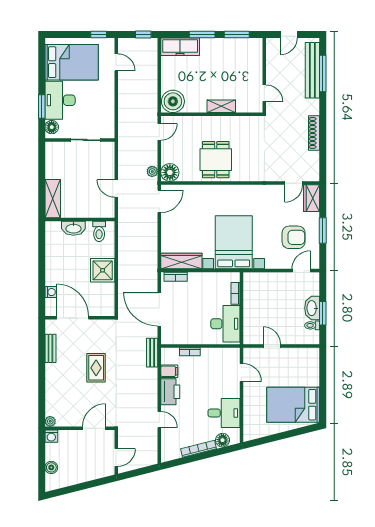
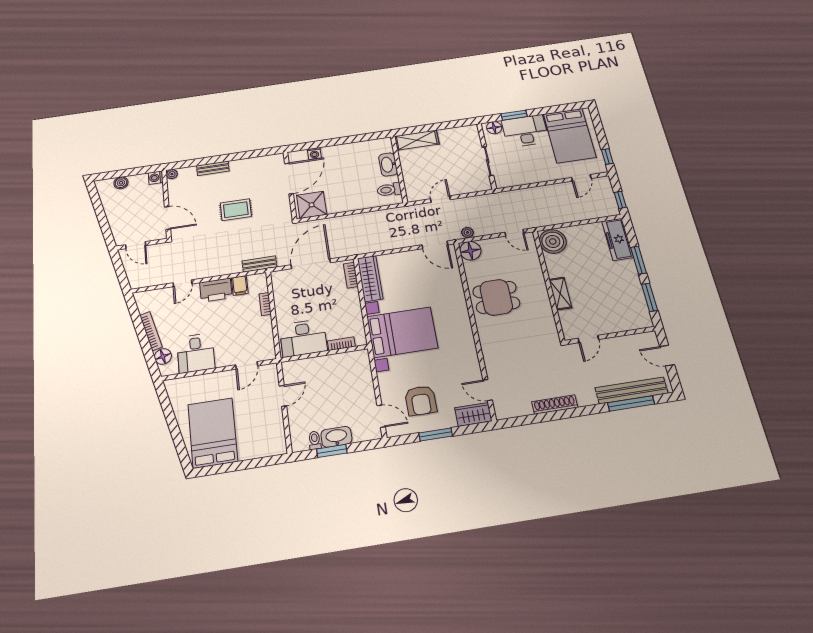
shower: (103, 270) -> (312, 205), moved
bench: (50, 348) -> (213, 168), moved

